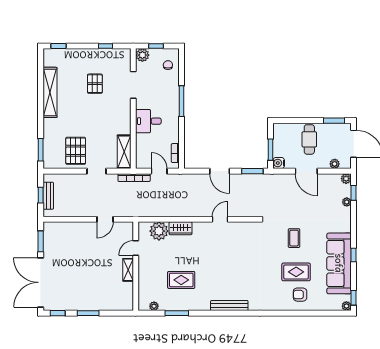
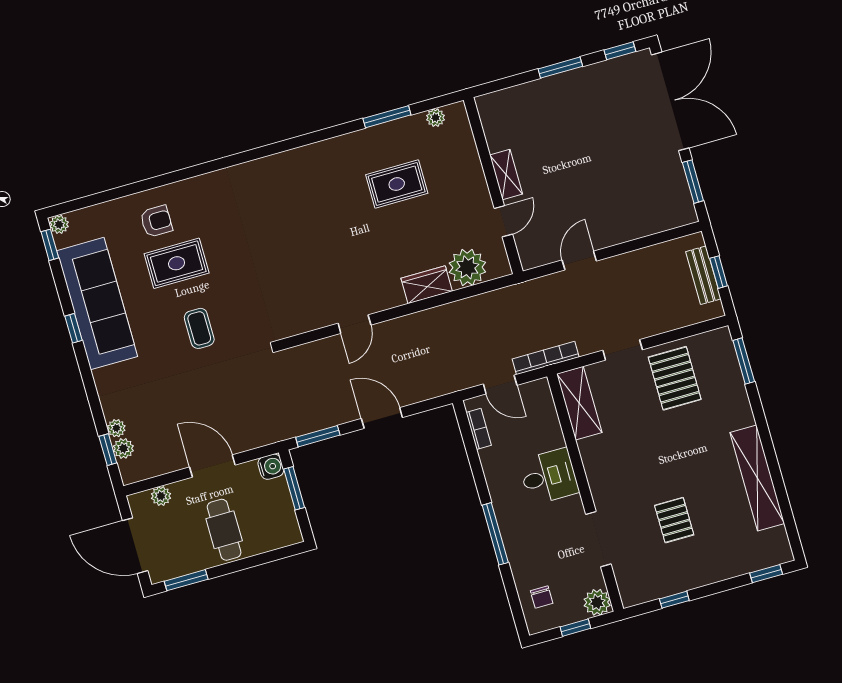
plant: (346, 179) -> (123, 448), moved
bench: (229, 306) -> (288, 161), removed

